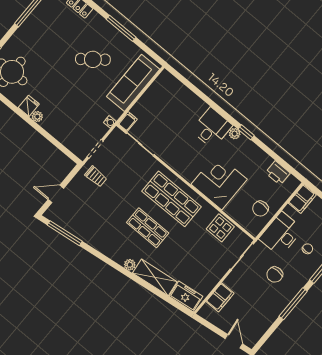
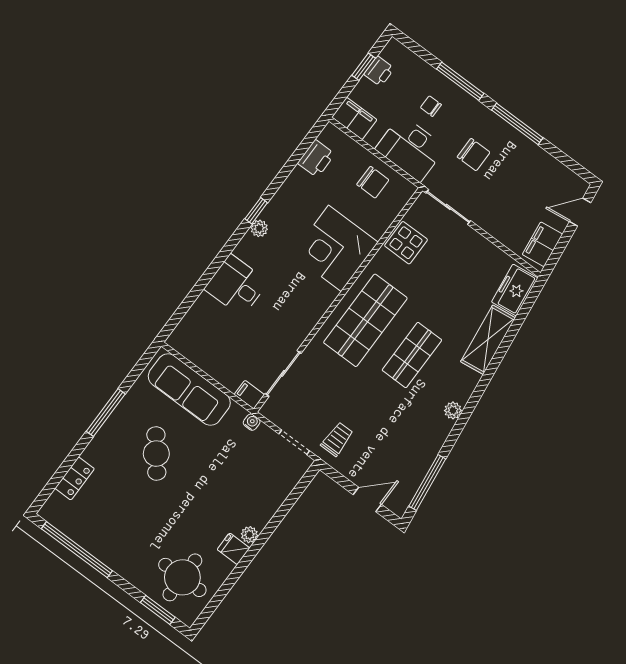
desk: (212, 128) -> (236, 285), moved
door: (56, 194) -> (367, 499), swing flipped
plant: (130, 265) -> (453, 410), moved
filing cabinet: (220, 297) -> (542, 244), moved, turned -97

